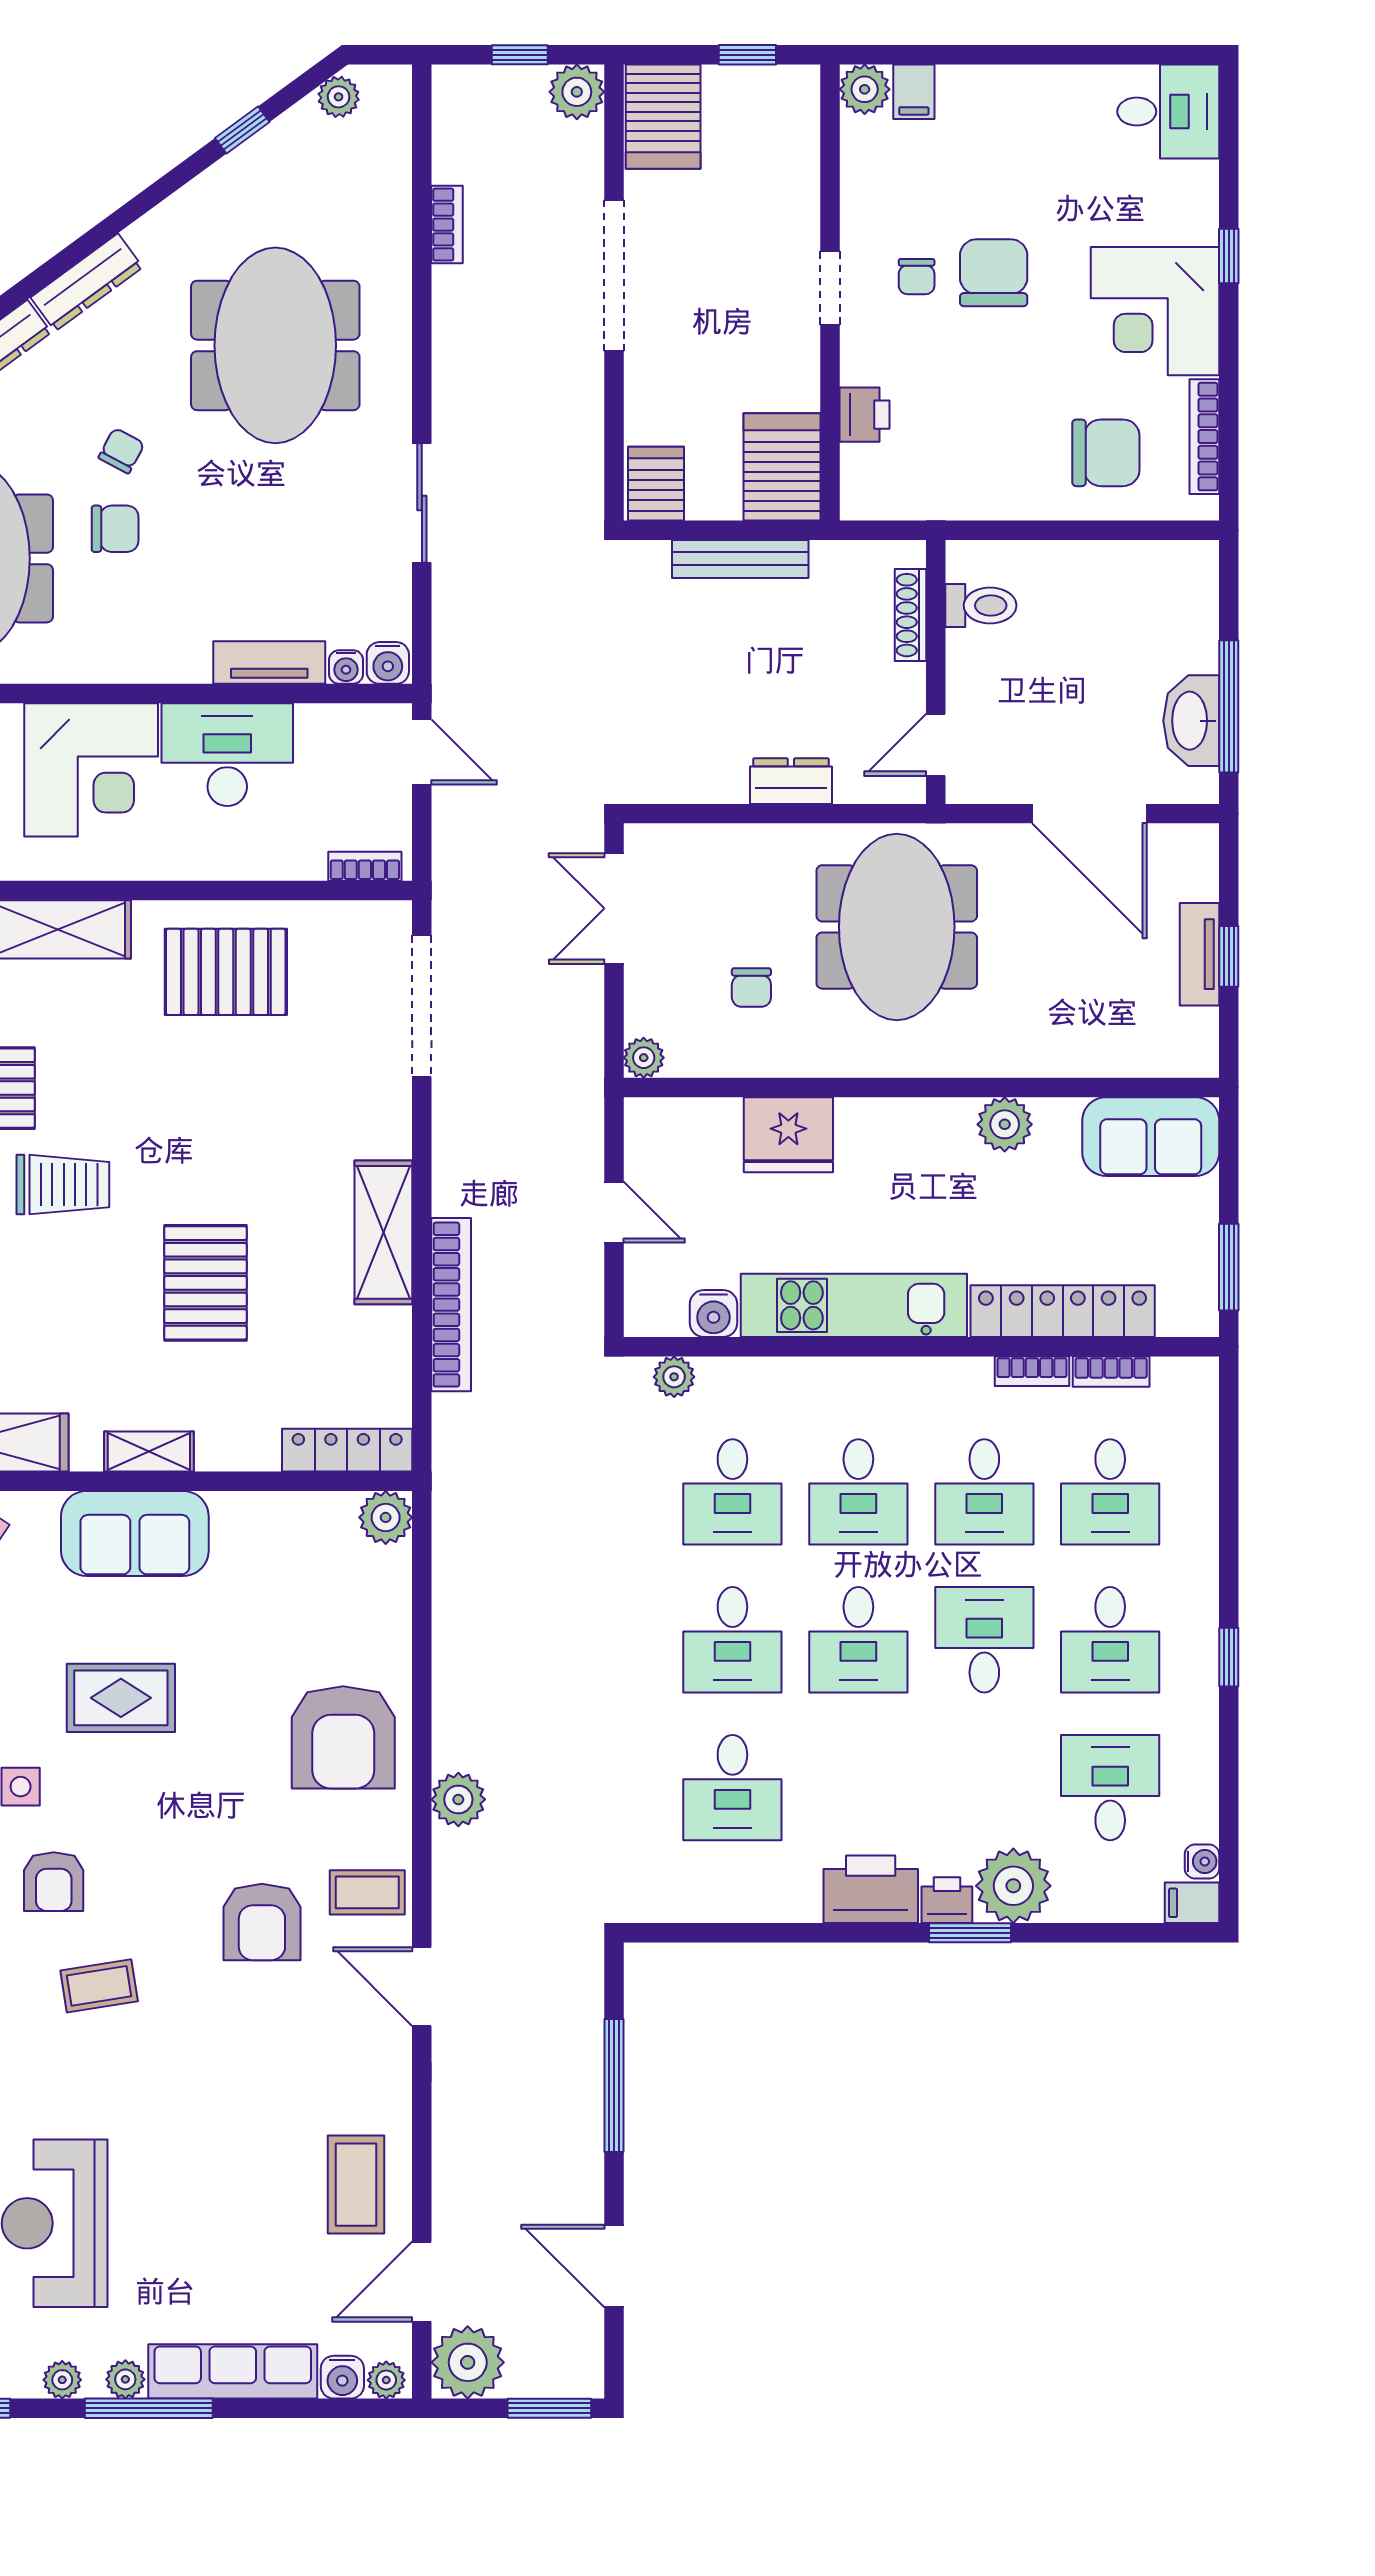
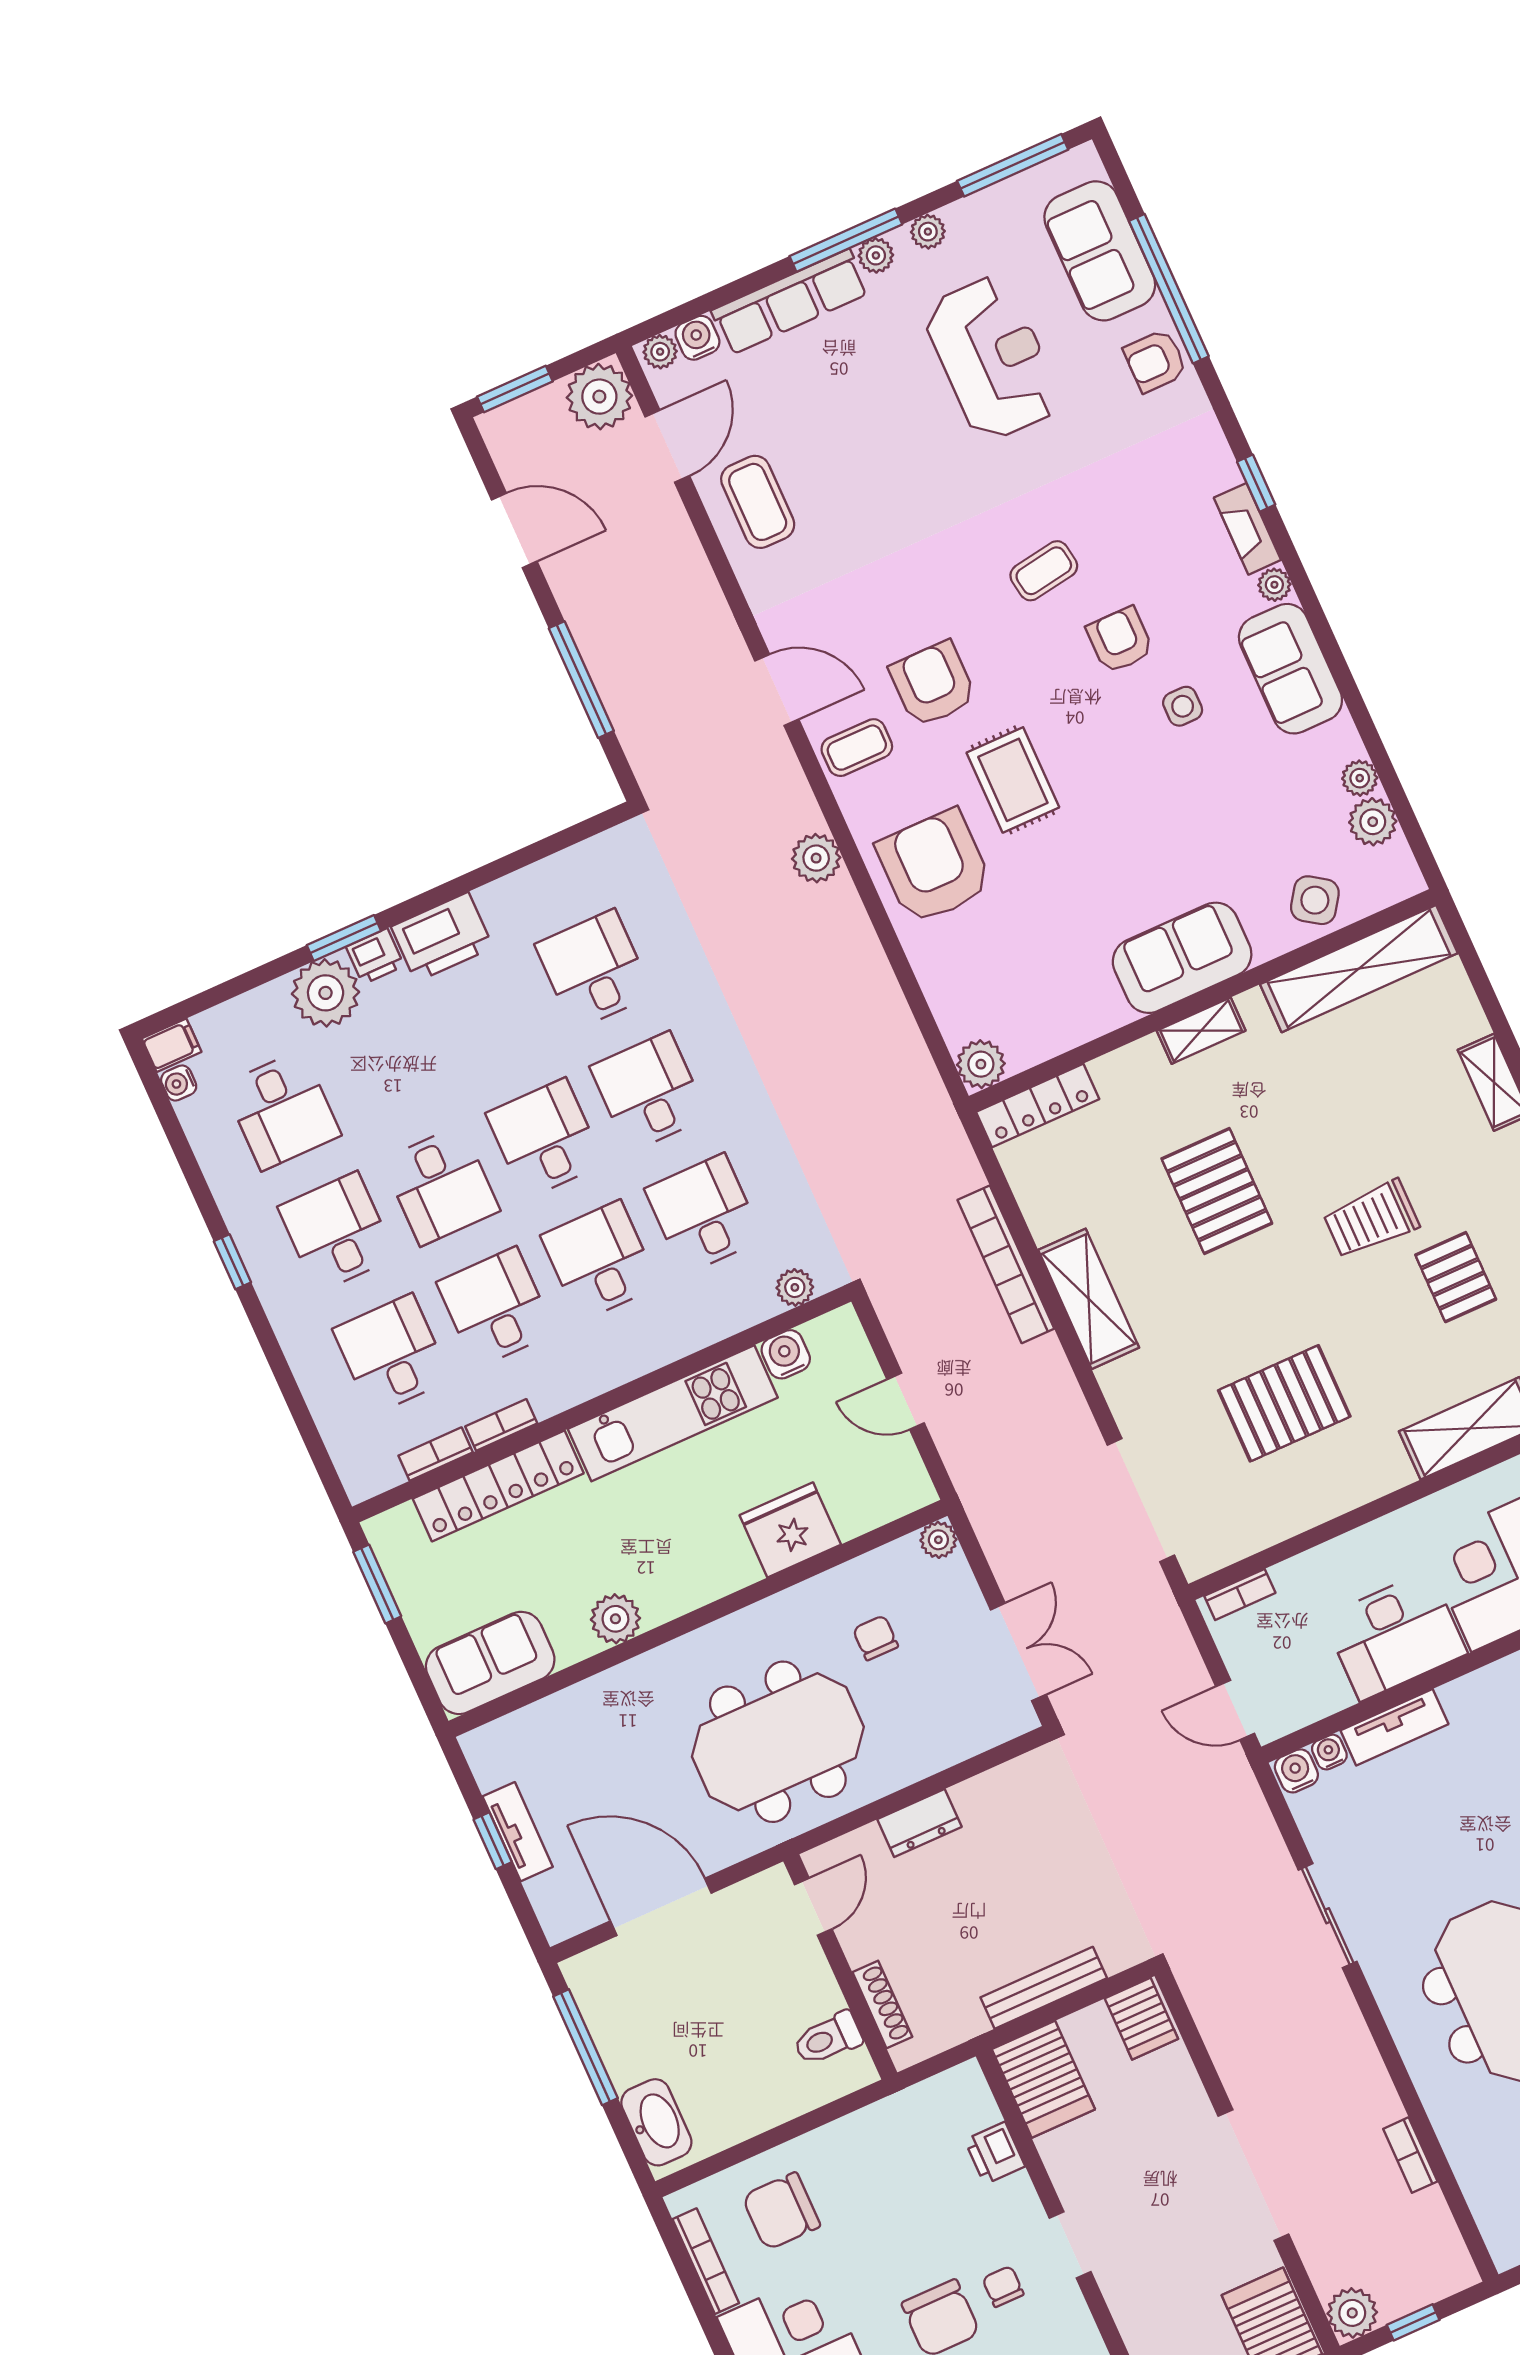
washbasin: (1191, 721) -> (656, 2122), moved
meeting table: (897, 927) -> (778, 1742), turned 90
pallet: (226, 972) -> (1284, 1403), moved
rug: (121, 1698) -> (1013, 780), moved, turned 90

